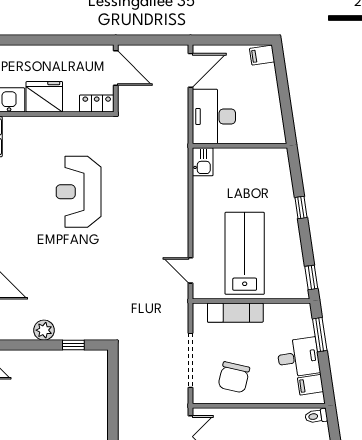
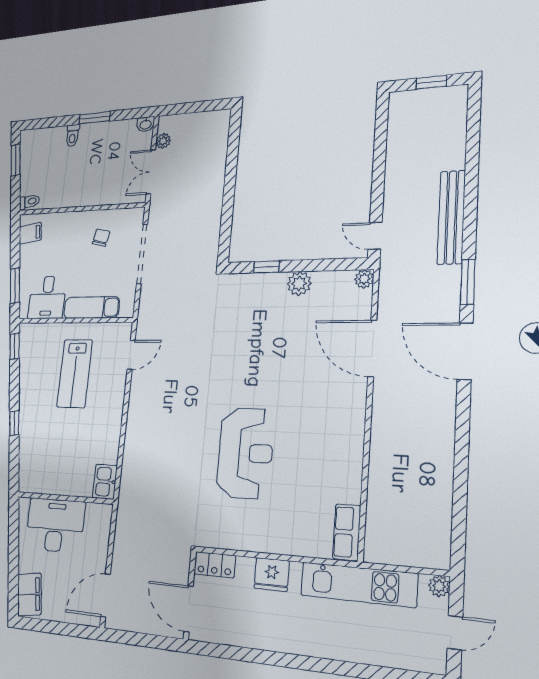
filing cabinet: (262, 55) -> (29, 594), width x2.00
fridge: (44, 97) -> (272, 574), width x0.73, depth x0.75
desk: (214, 116) -> (55, 525), moved, turned -90
lab bench: (245, 253) -> (75, 373), width x0.73, depth x0.72
door: (191, 270) -> (131, 355), hinge flipped
desk: (298, 357) -> (47, 297), moved, turned -82
chair: (234, 377) -> (101, 238), width x0.54, depth x0.54

